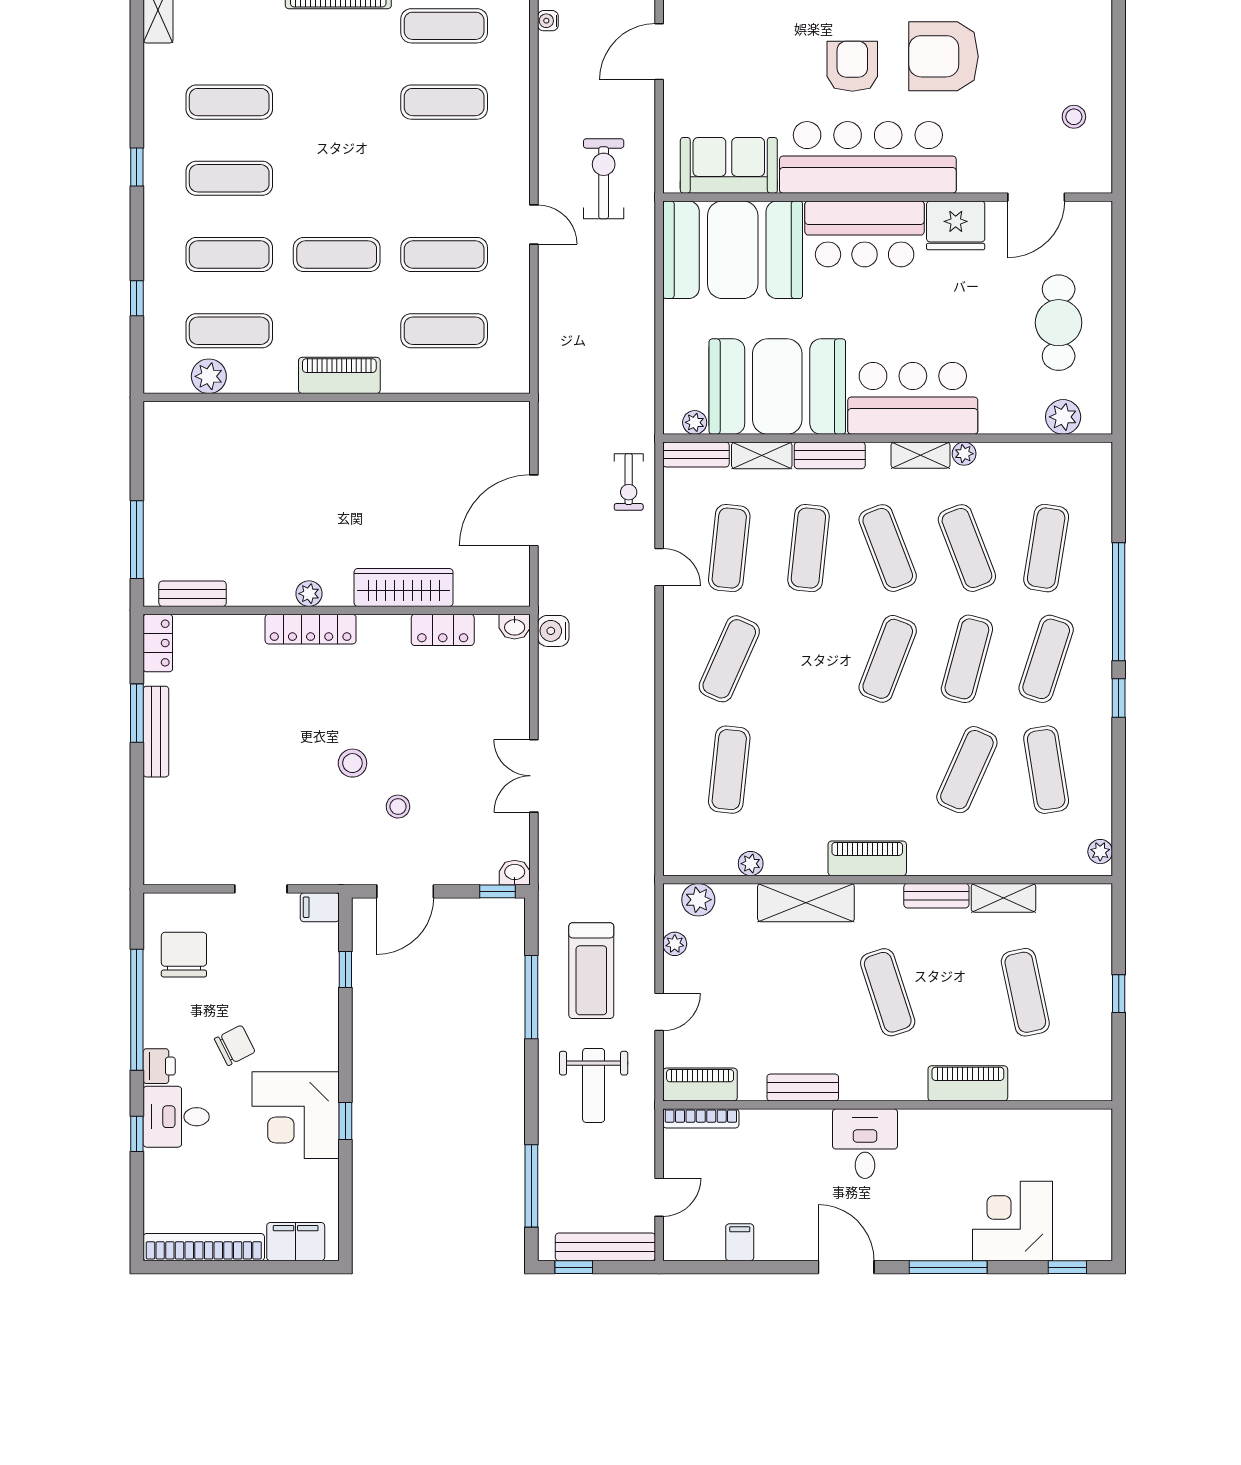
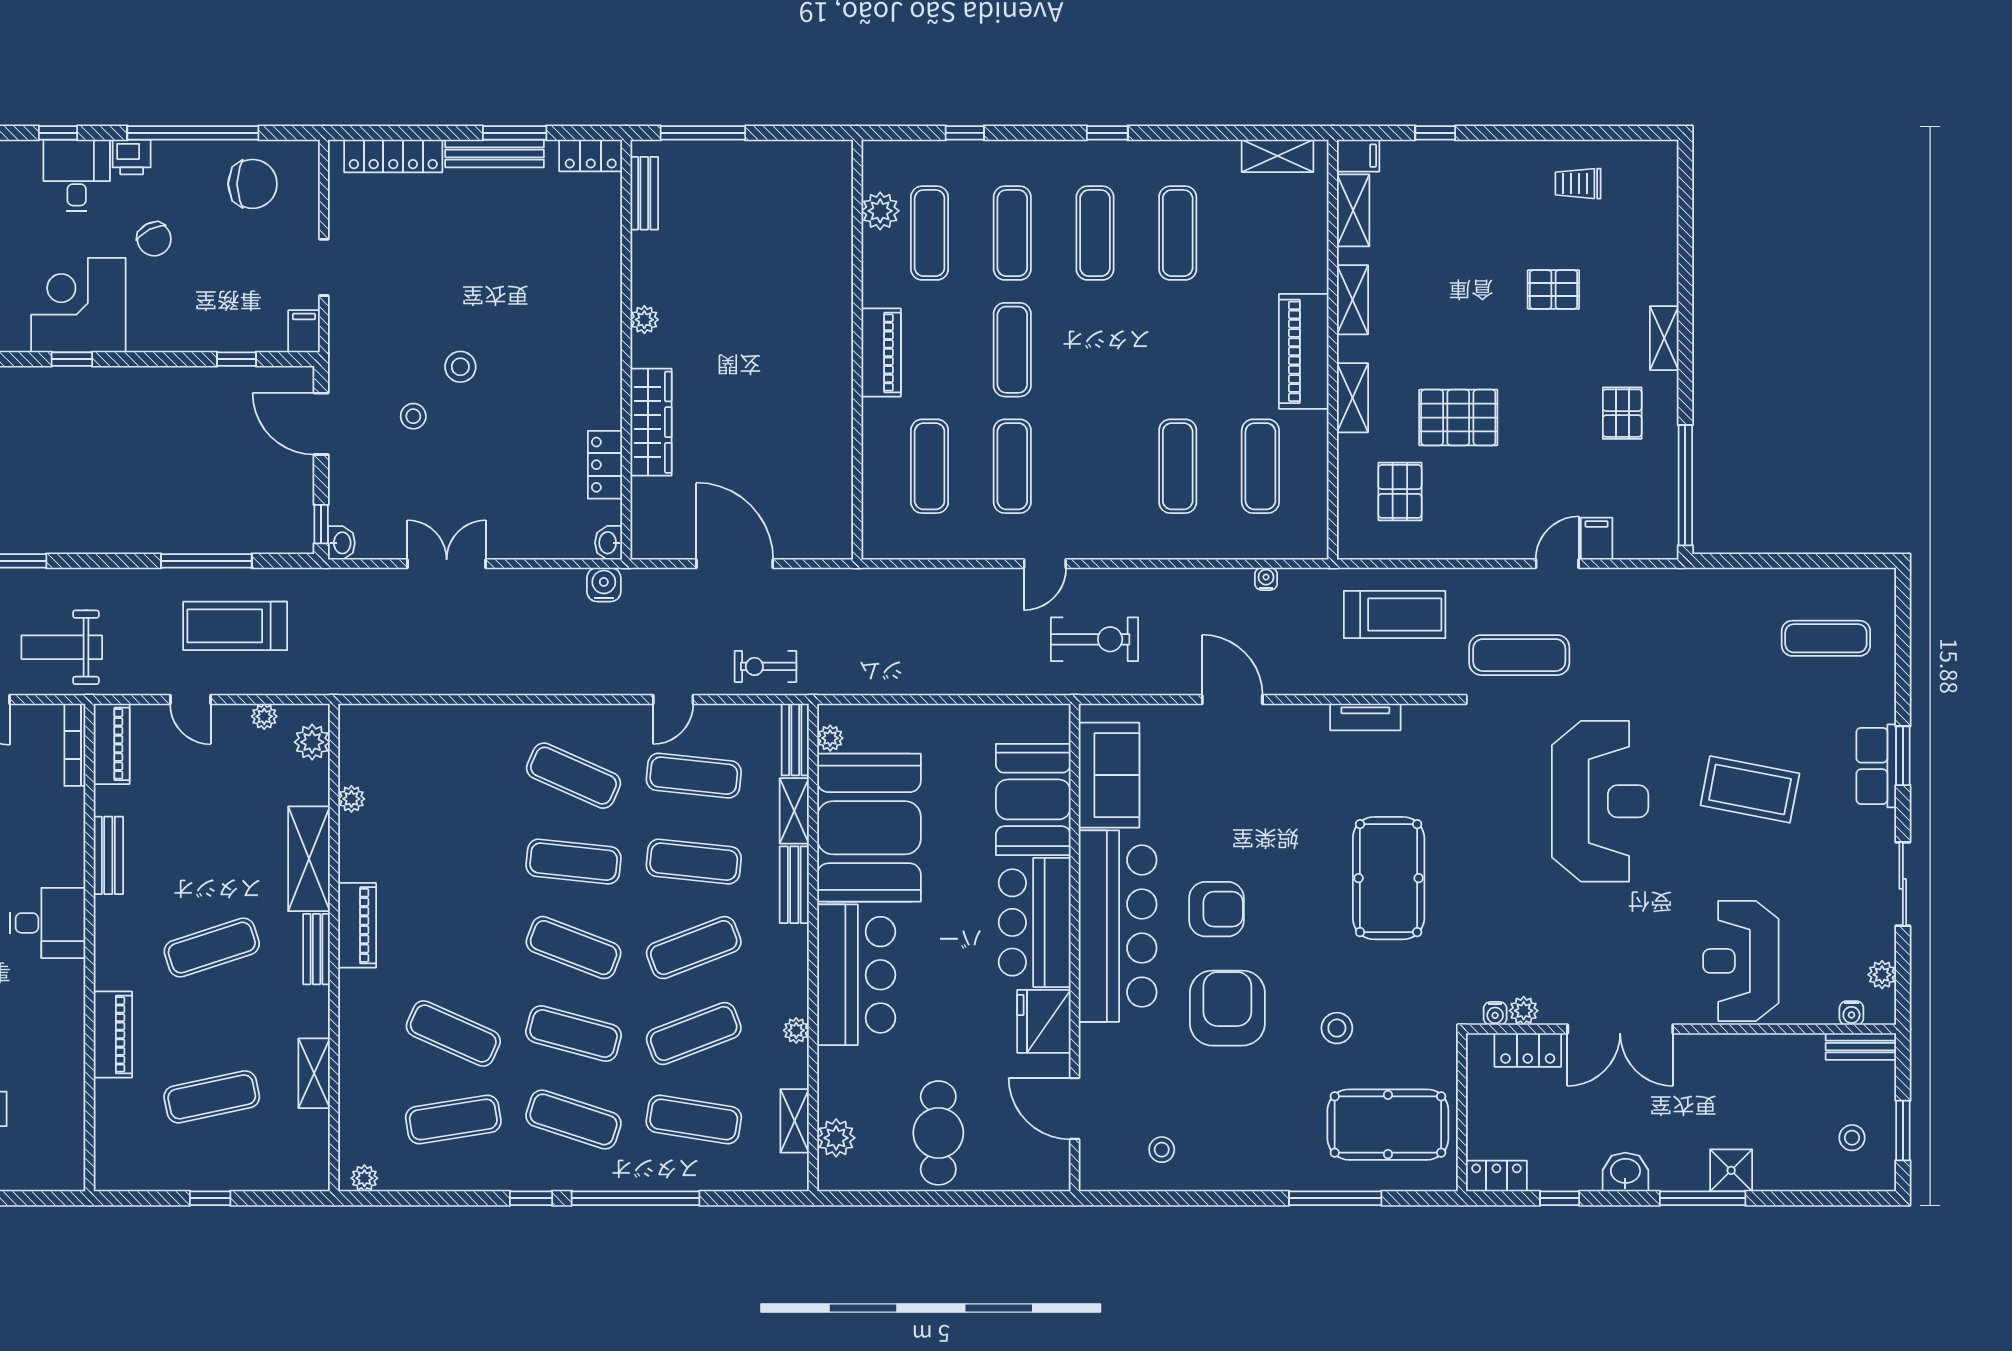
booth: (733, 250) -> (1033, 799), width x0.73, depth x0.70
cafe table: (1059, 323) -> (938, 1133), turned 90
shelving: (920, 455) -> (795, 1121), moved
locker: (311, 629) -> (393, 156), moved, turned -90
exercise mat: (729, 770) -> (574, 862), moved
bench: (936, 896) -> (317, 949), moved
weight bench: (594, 1085) -> (62, 647), moved

